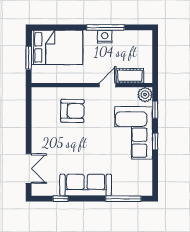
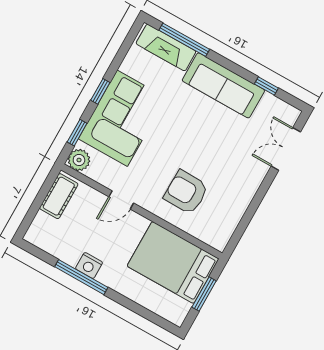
bed: (57, 47) -> (173, 262), moved
cot: (130, 76) -> (59, 196), moved, turned 90
fireplace: (131, 188) -> (166, 48), added

